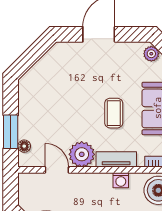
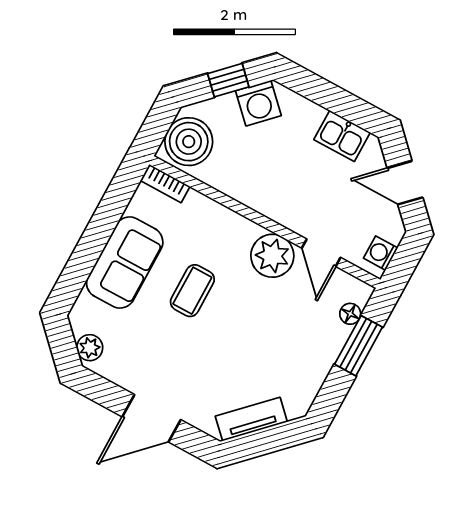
tv unit: (116, 159) -> (251, 419), moved, turned 135
washing machine: (121, 180) -> (381, 253), moved, turned -90

